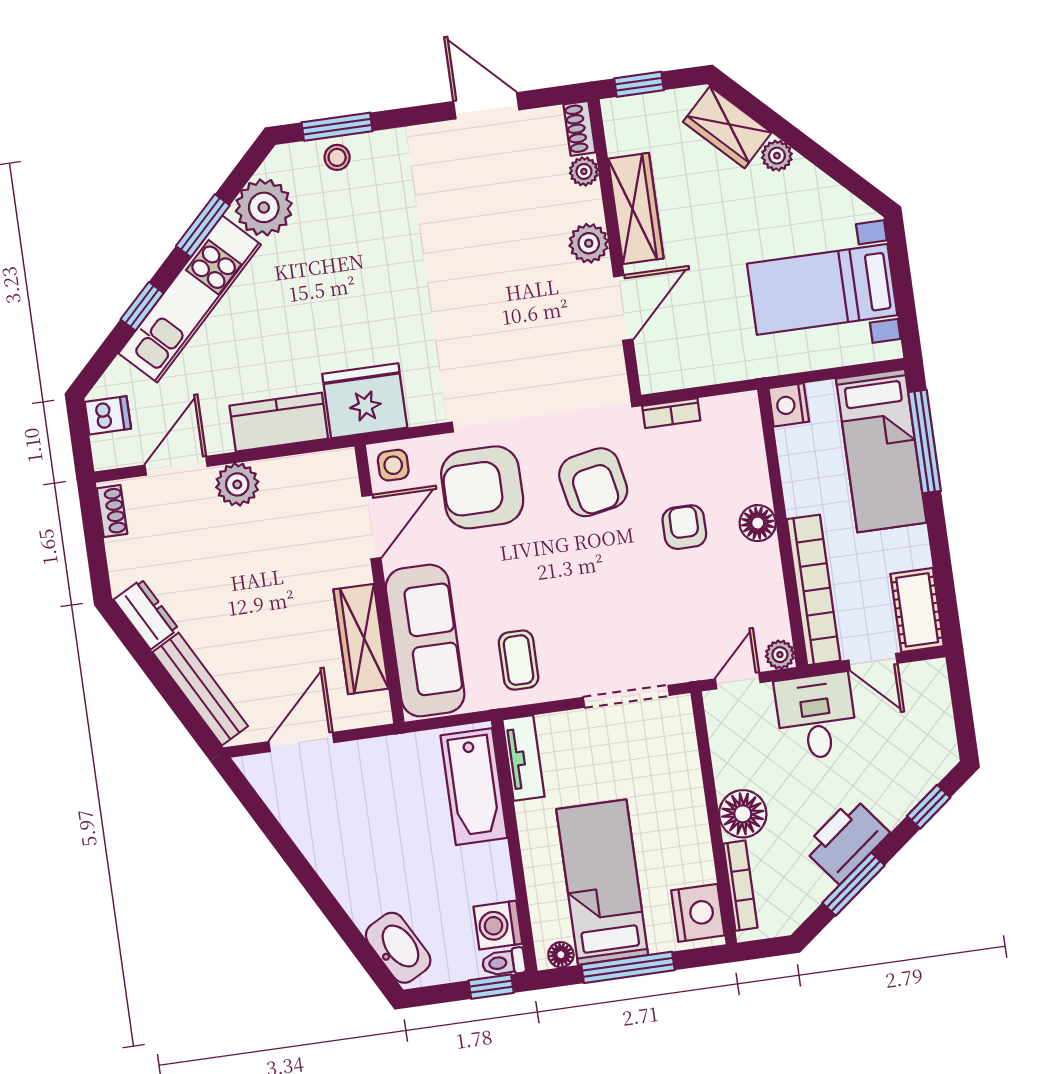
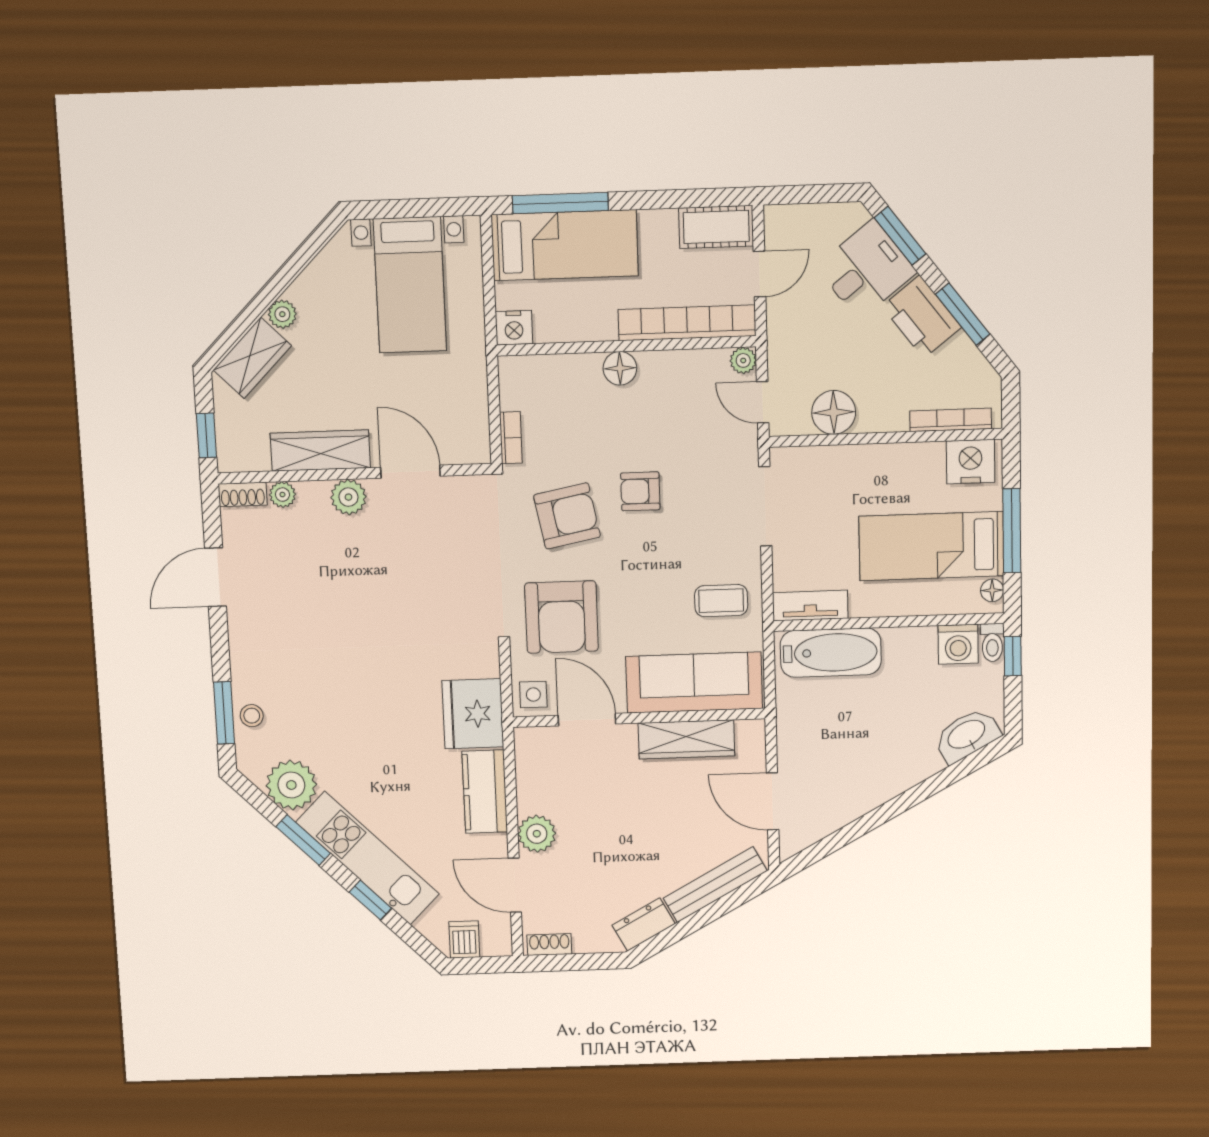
armchair: (684, 527) -> (640, 491), moved
desk: (816, 716) -> (866, 269), moved, turned 142
window: (929, 807) -> (900, 236), width x1.50
floor lamp: (743, 814) -> (834, 412), moved

